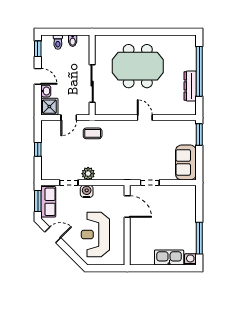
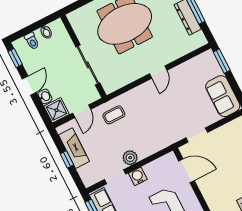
door: (38, 76) -> (29, 86), hinge flipped
door: (145, 118) -> (158, 72), swing flipped
fireplace: (48, 143) -> (74, 148), added

